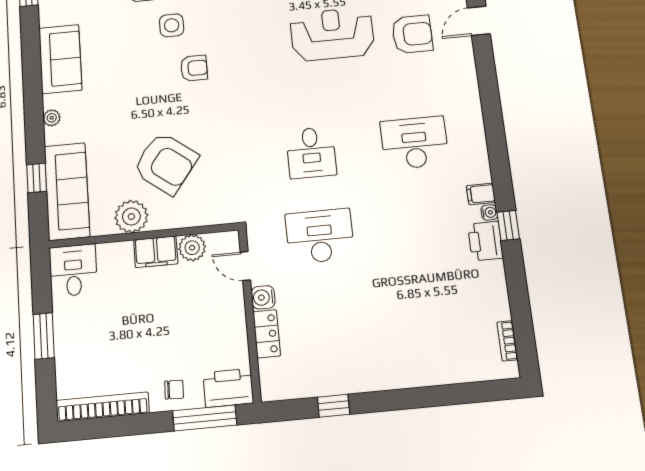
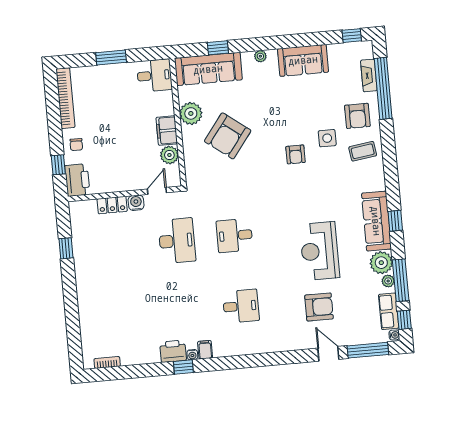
reception desk: (332, 34) -> (320, 251), turned 180
armchair: (412, 34) -> (319, 307), turned -90
desk: (415, 143) -> (241, 306), width x0.73
window: (205, 418) -> (58, 165), width x0.46

